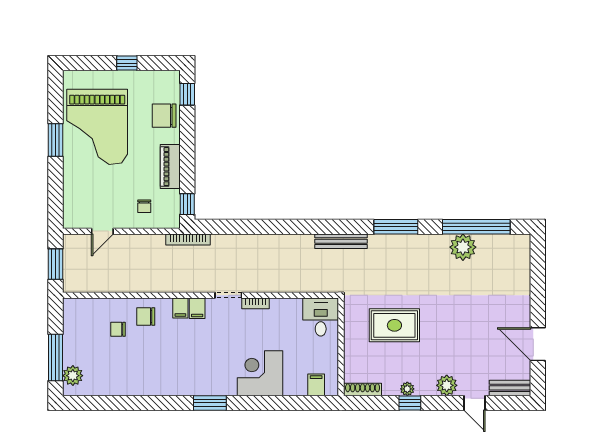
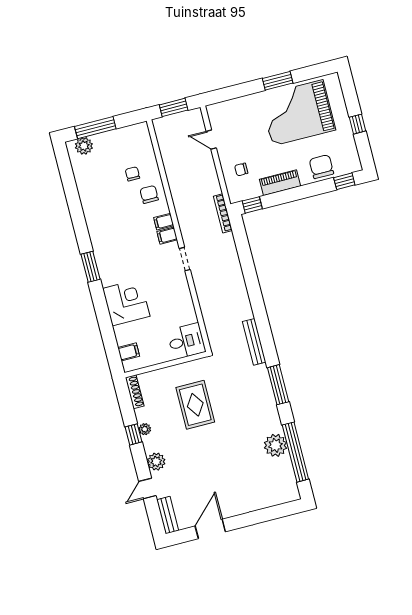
bookcase: (256, 303) -> (184, 284), removed

